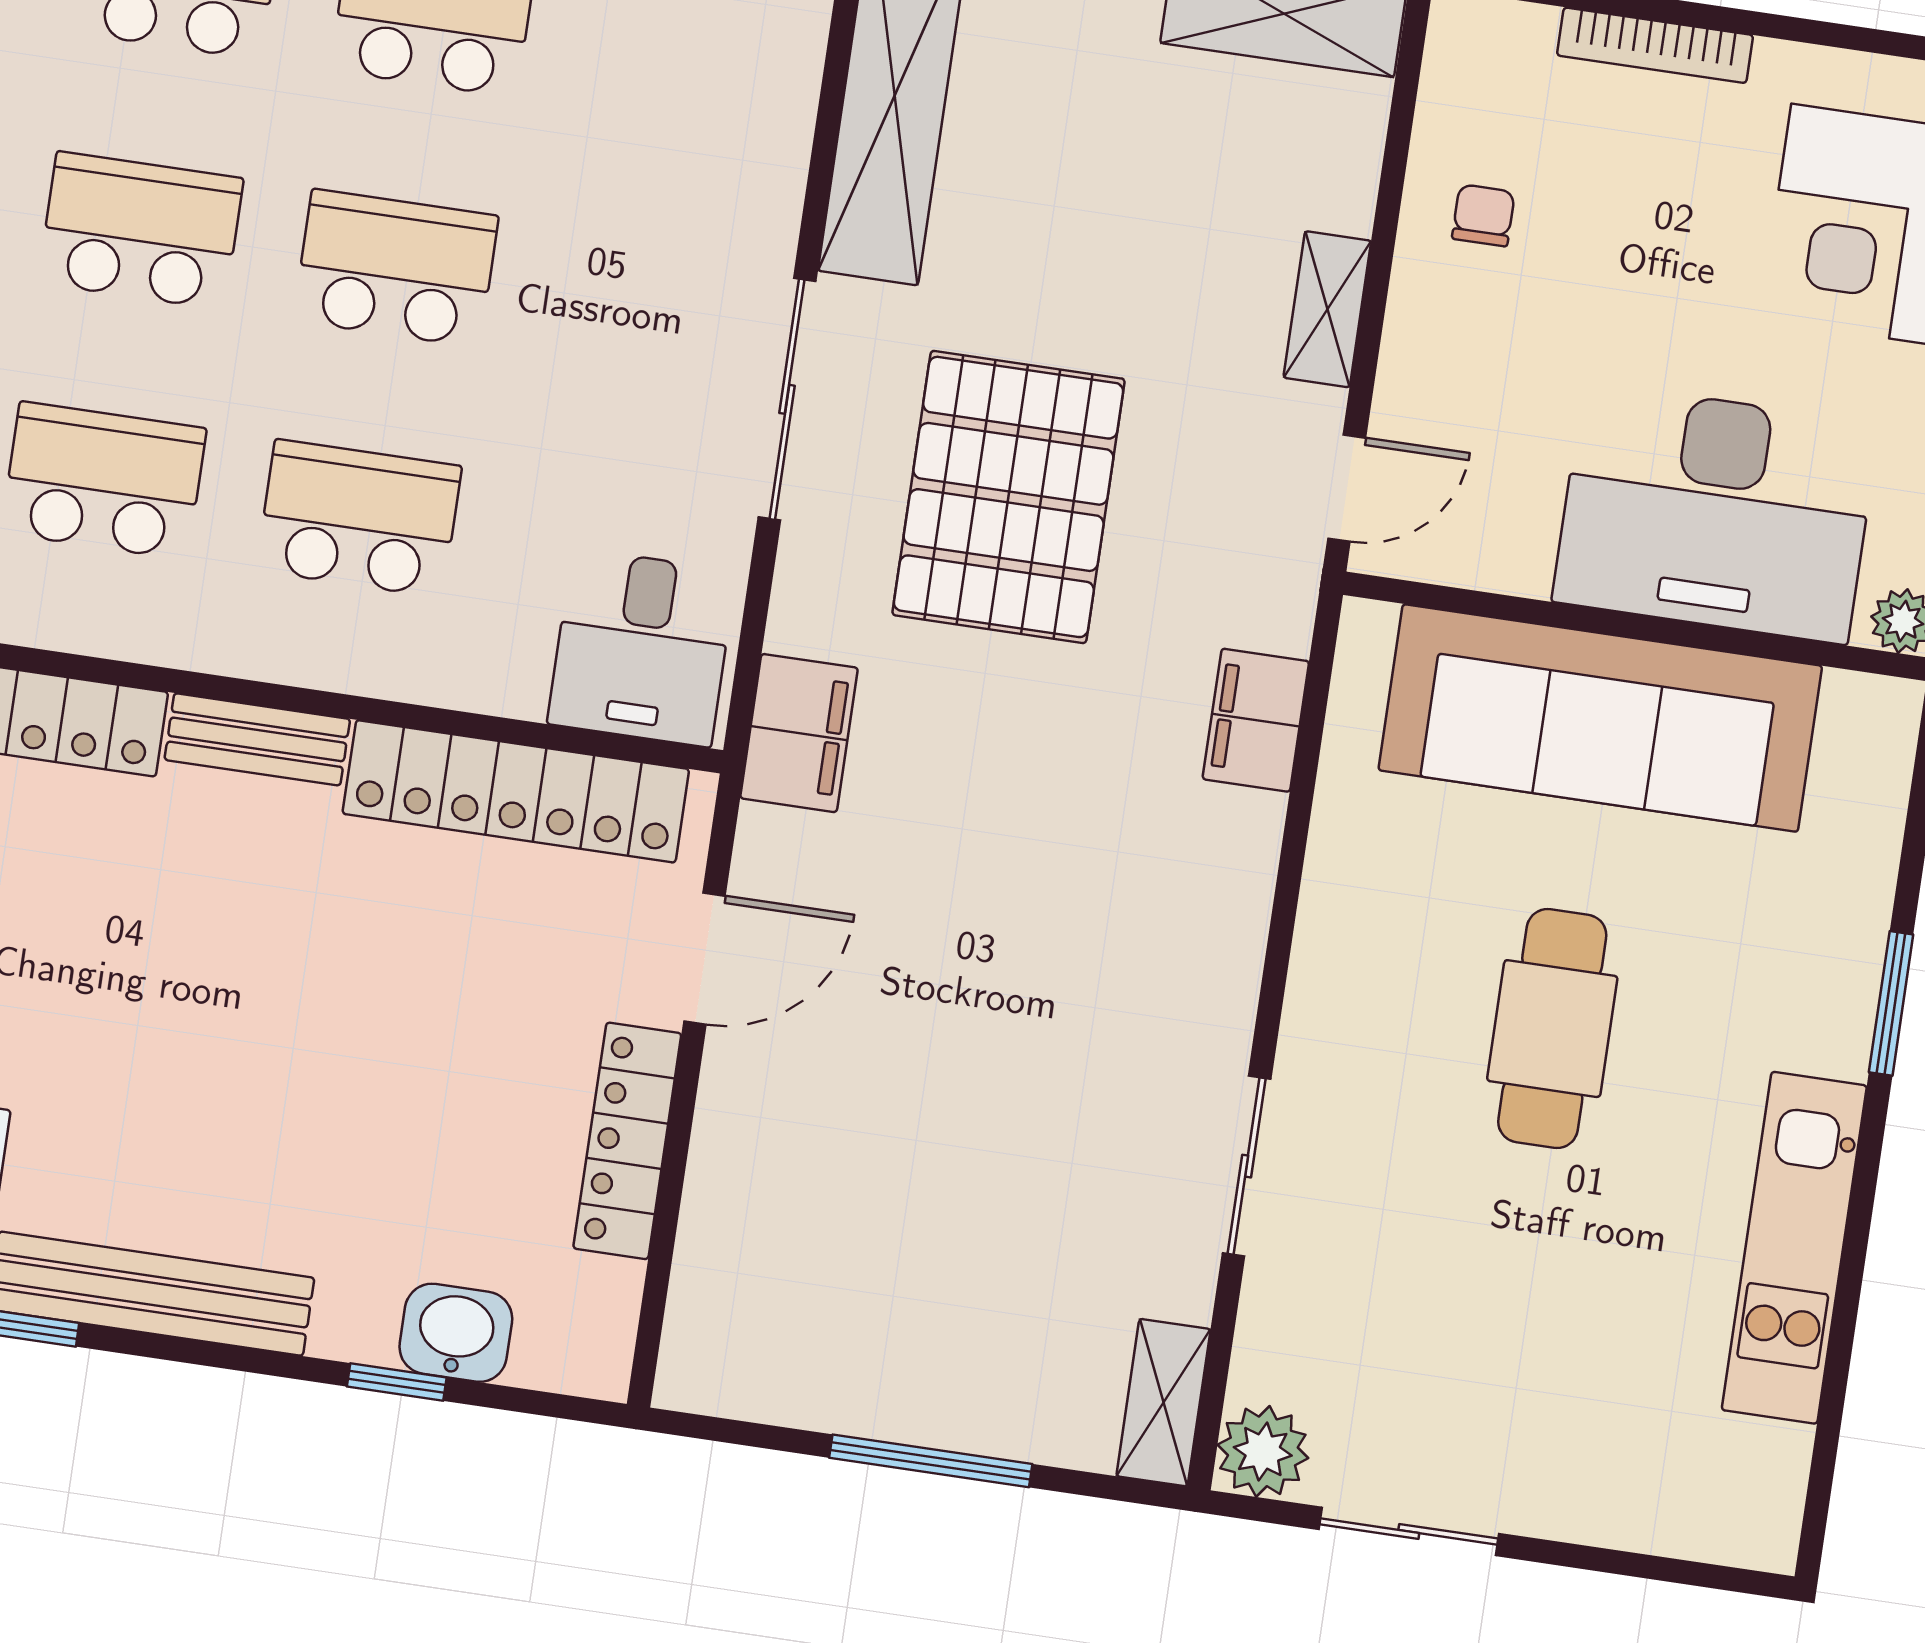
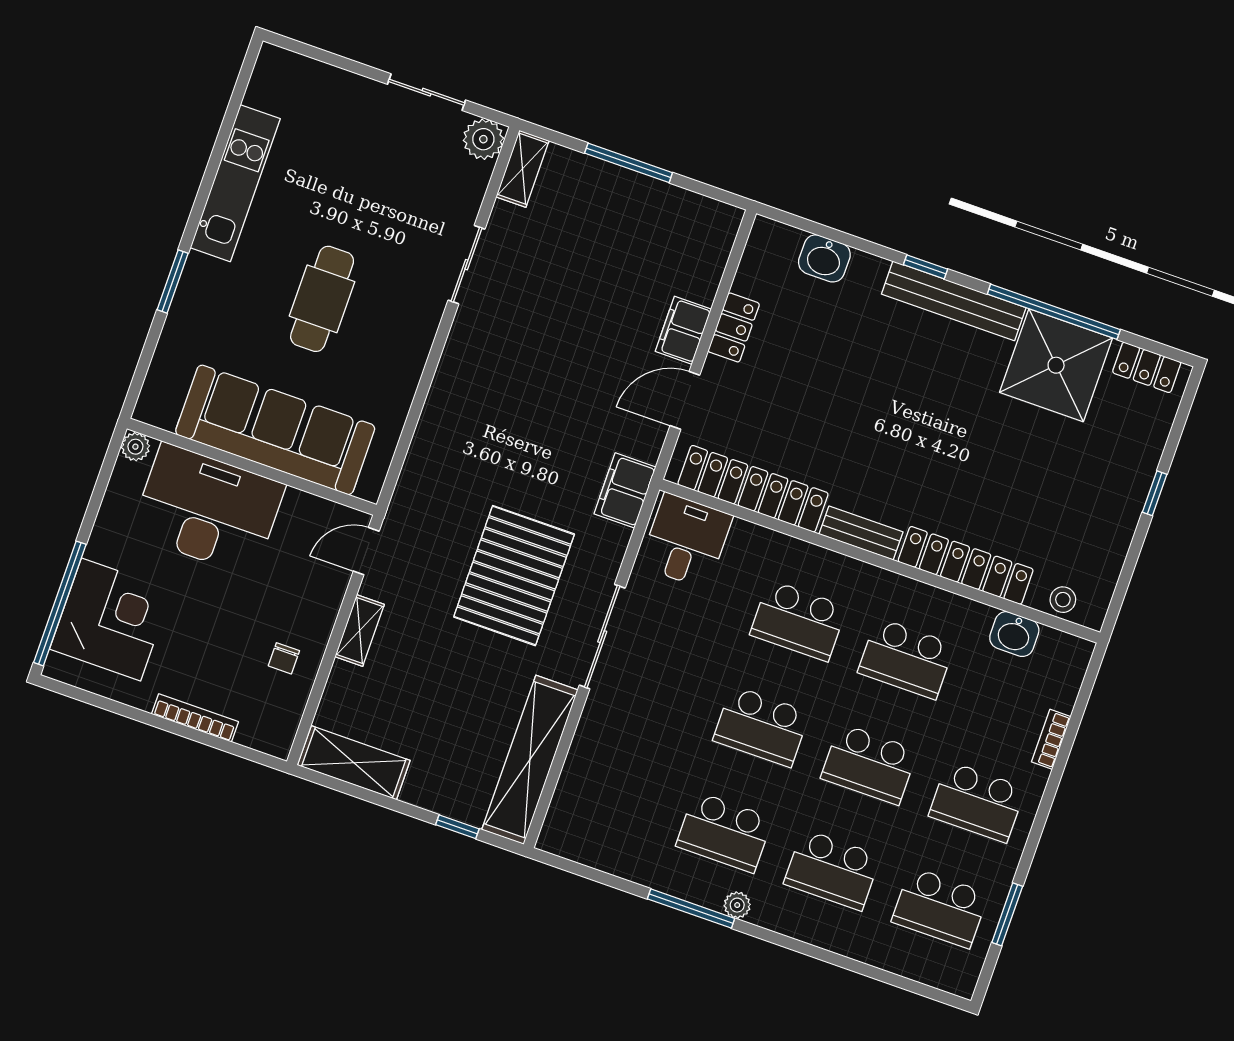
filing cabinet: (1256, 720) -> (683, 330), moved, turned 180
locker: (627, 1141) -> (734, 327), width x0.66
window: (397, 1382) -> (925, 267), moved

